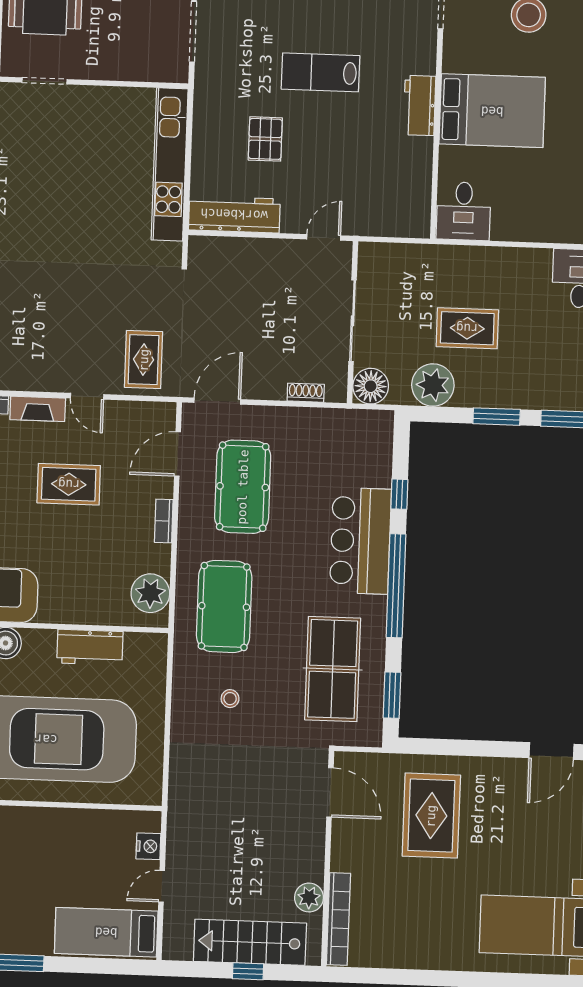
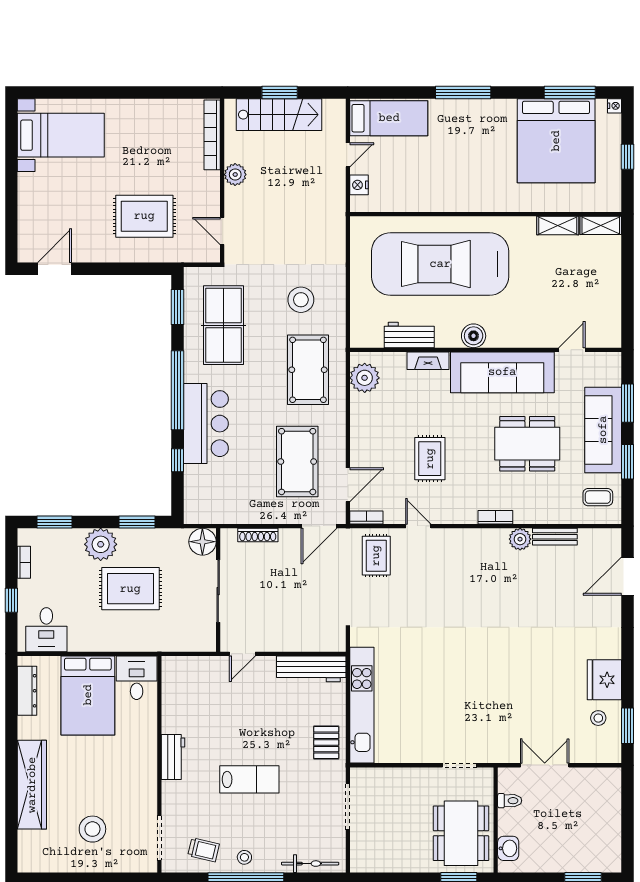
bed: (492, 111) -> (88, 695), moved, turned -90
pallet: (265, 139) -> (326, 742), moved
rug: (467, 328) -> (130, 589), width x1.36, depth x1.43
plant: (433, 385) -> (101, 544), moved
shoe rack: (306, 393) -> (258, 535), width x1.43
fireplace: (38, 409) -> (428, 361), moved, turned 180
window: (497, 417) -> (137, 522), moved
rug: (69, 484) -> (430, 459), turned 90
bookcase: (164, 521) -> (366, 518), moved, turned -90
stool: (230, 699) -> (301, 300), width x1.89, depth x1.89
door: (330, 792) -> (222, 231), width x0.73
rug: (431, 816) -> (144, 216), turned 90
plant: (309, 898) -> (235, 175), moved
window: (248, 971) -> (280, 92), width x1.50

